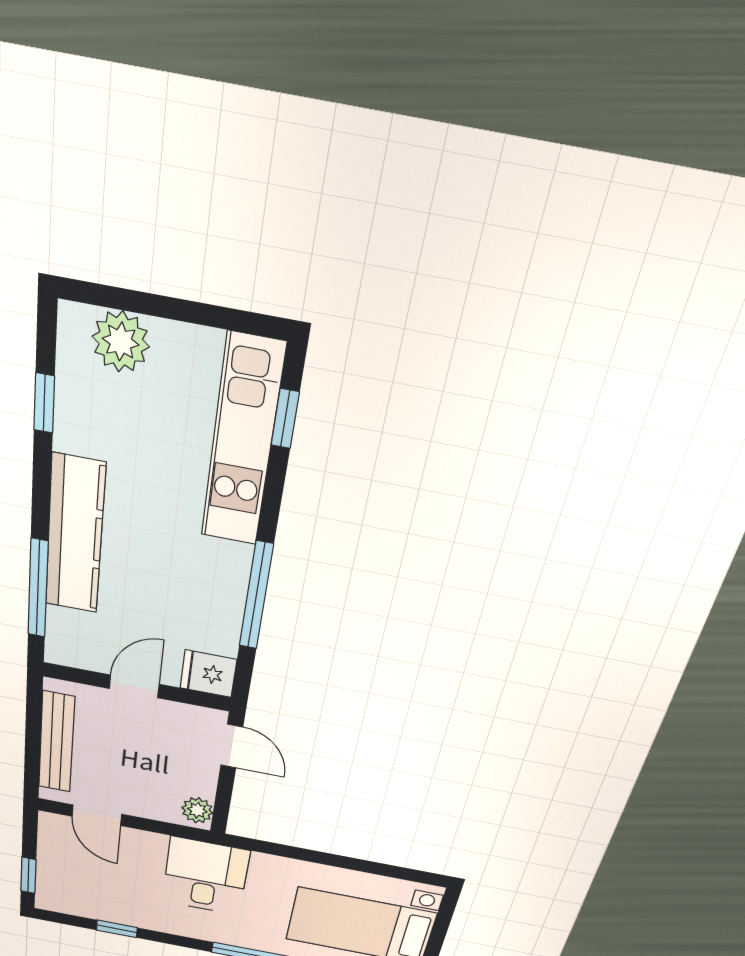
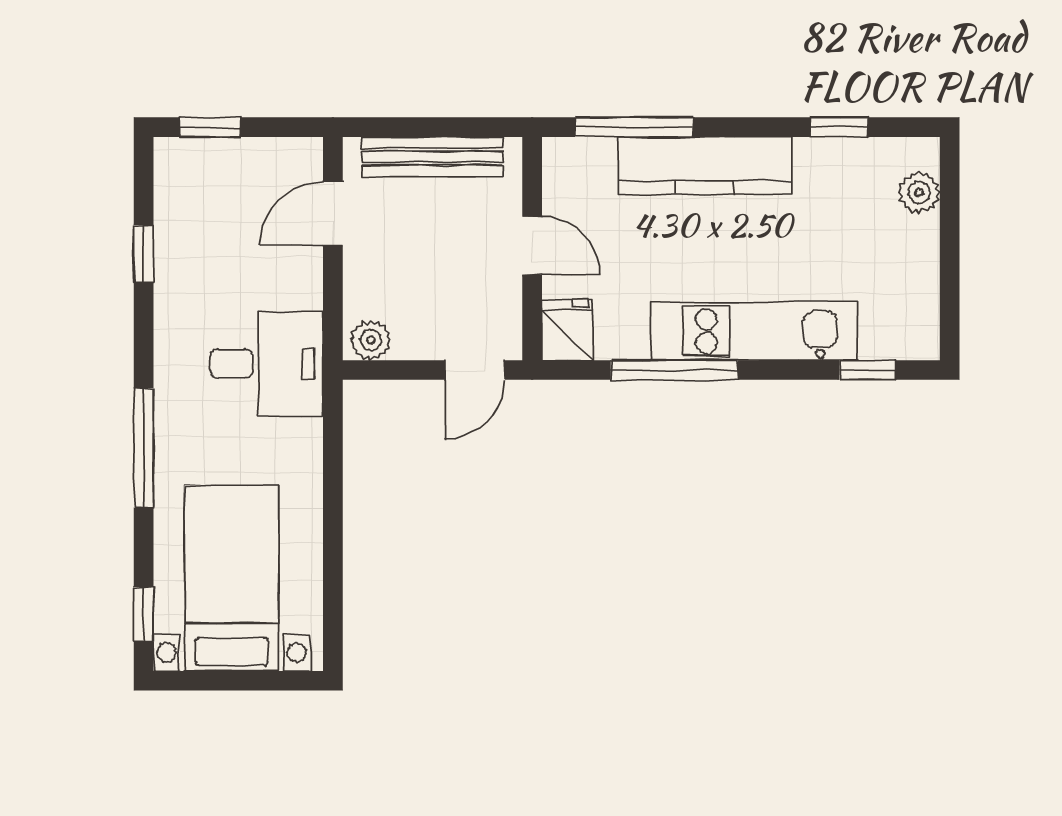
plant: (121, 342) -> (919, 193), width x0.73, depth x0.73
kitchen unit: (242, 443) -> (754, 331), moved

